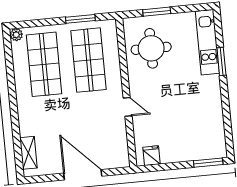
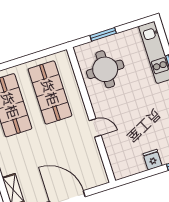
window: (80, 19) -> (34, 56), removed
fridge: (151, 156) -> (153, 160), moved

